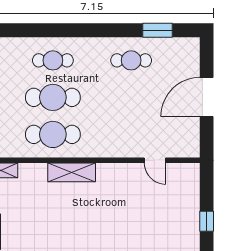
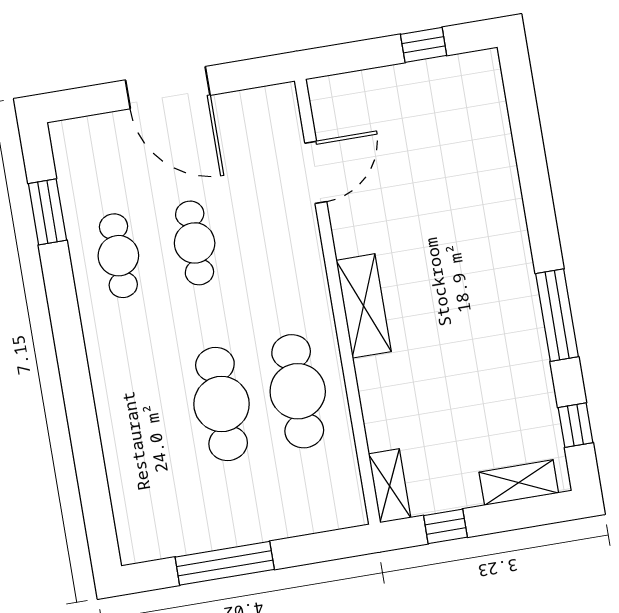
cafe table: (53, 60) -> (195, 243), moved
door: (155, 160) -> (316, 172), width x1.37
shelving: (72, 172) -> (364, 306), moved

